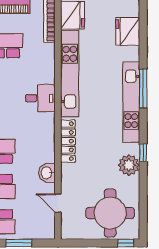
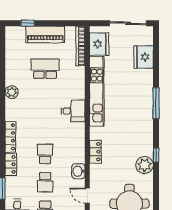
kitchen unit: (131, 102) -> (146, 114), removed
locker: (68, 141) -> (95, 152), width x0.66

